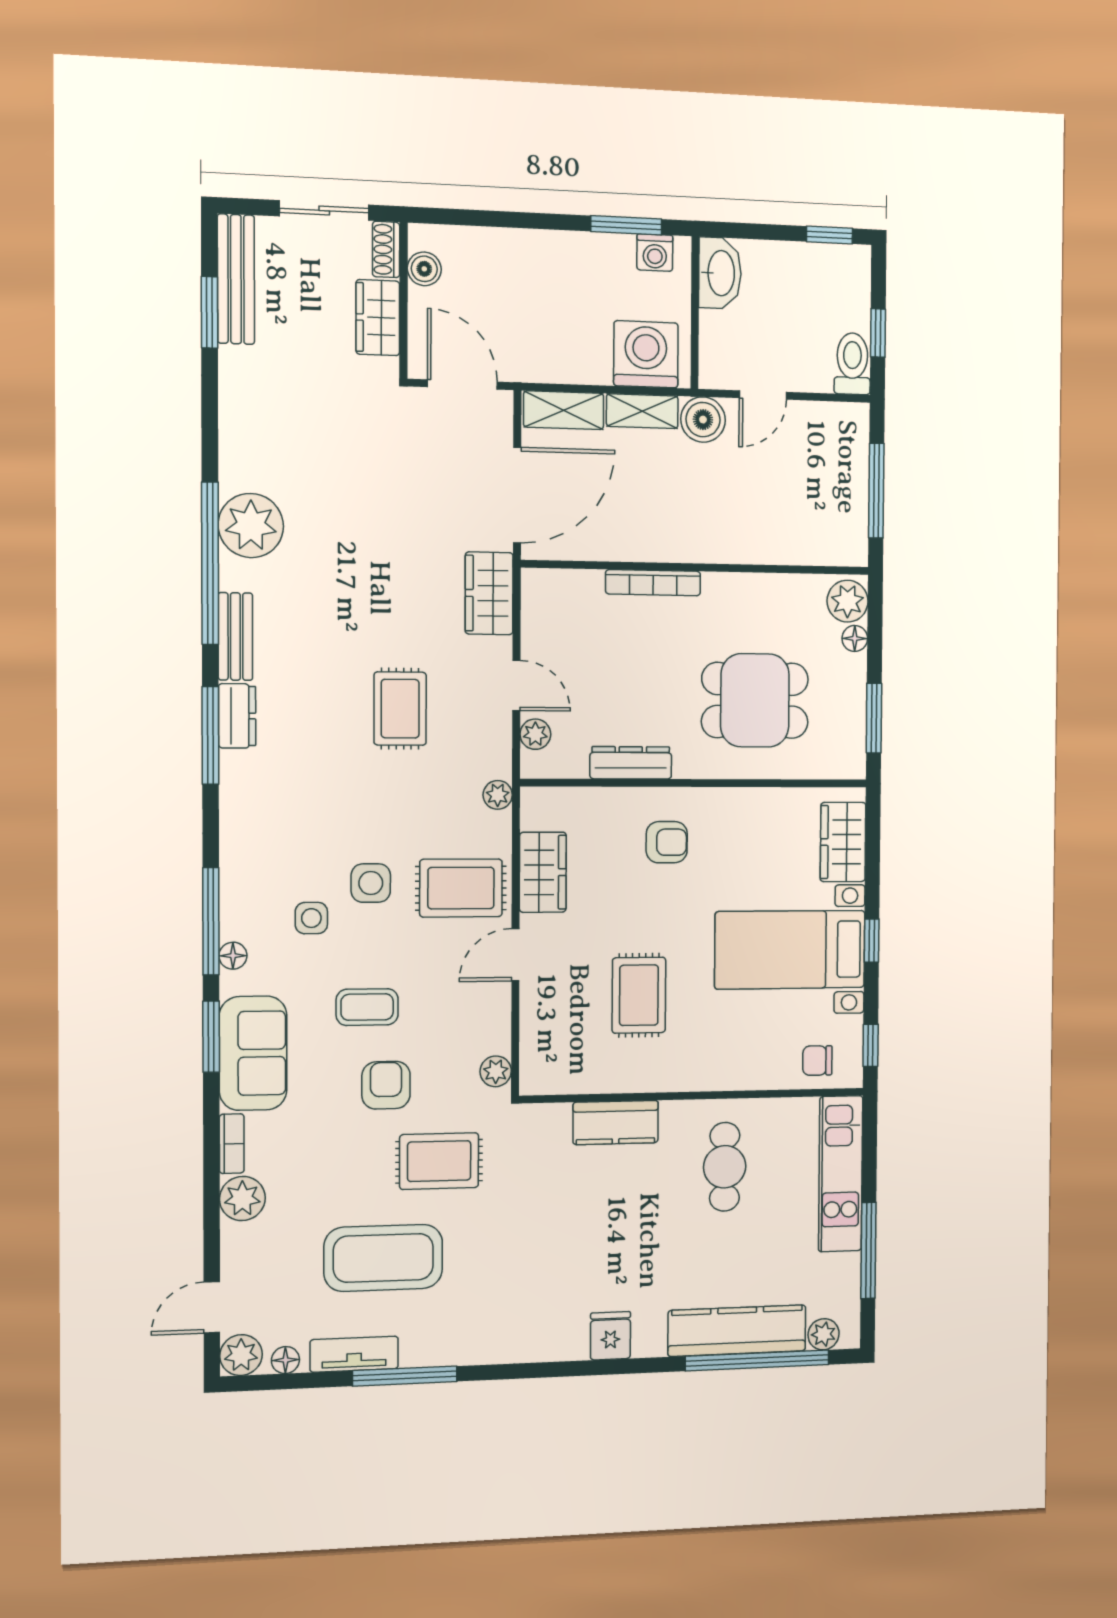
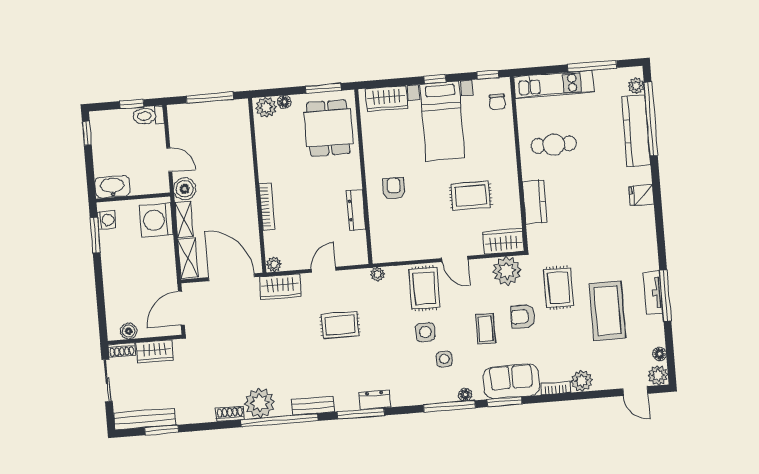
shoe rack: (232, 460) -> (230, 414), added
dining table: (755, 700) -> (328, 128), moved
dresser: (237, 716) -> (375, 400), moved
plant: (535, 734) -> (274, 264), moved
wardrobe: (543, 872) -> (504, 241), moved
plant: (496, 1071) -> (507, 271), width x1.88, depth x1.88
tv unit: (354, 1354) -> (653, 293), moved

